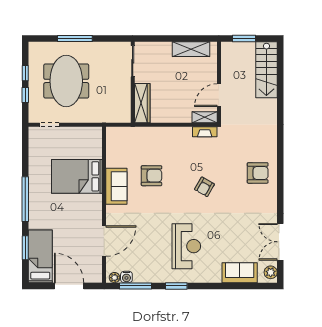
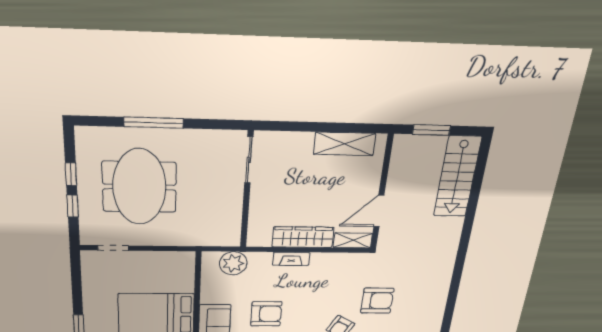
wardrobe: (142, 103) -> (303, 237), moved, turned -90
fireplace: (205, 132) -> (291, 259), moved
plant: (127, 136) -> (233, 263), added
armchair: (258, 173) -> (377, 301), moved

